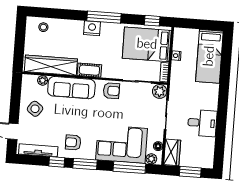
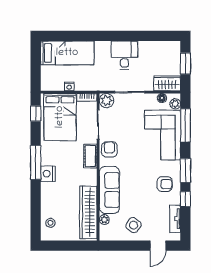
cot: (89, 70) -> (90, 156), moved
desk: (202, 123) -> (124, 55), moved
armchair: (73, 142) -> (165, 184), turned -90
tv unit: (38, 150) -> (175, 219), width x0.71

